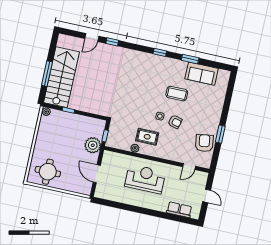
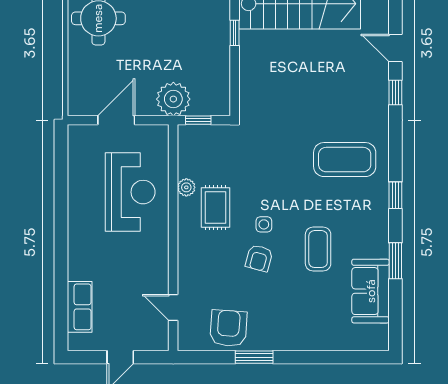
coffee table: (138, 72) -> (345, 160), added
armchair: (204, 143) -> (228, 328), turned -78
reception desk: (145, 179) -> (130, 192), moved

